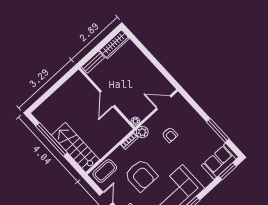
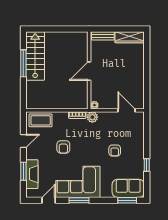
window: (218, 130) -> (147, 165), width x0.46
armchair: (170, 135) -> (115, 151), moved
window: (51, 139) -> (23, 63), width x0.68
stairs: (75, 147) -> (35, 56), moved
armchair: (141, 175) -> (63, 147), width x0.53, depth x0.53

